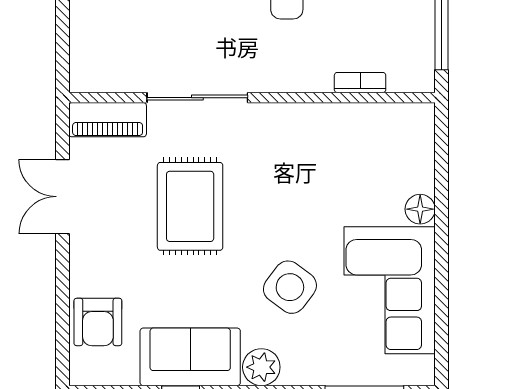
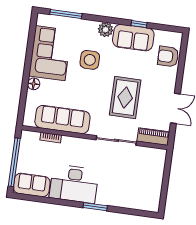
sofa: (337, 131) -> (62, 119), added
side table: (290, 287) -> (90, 60), turned -37
armchair: (98, 322) -> (168, 56), turned -90

